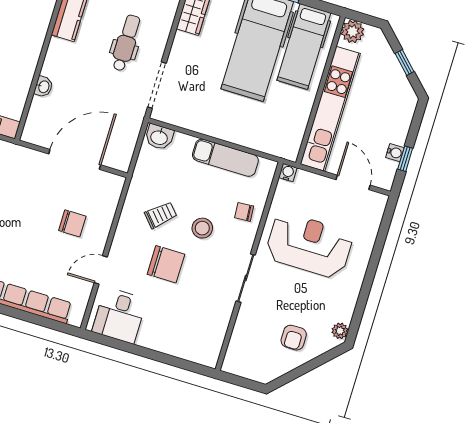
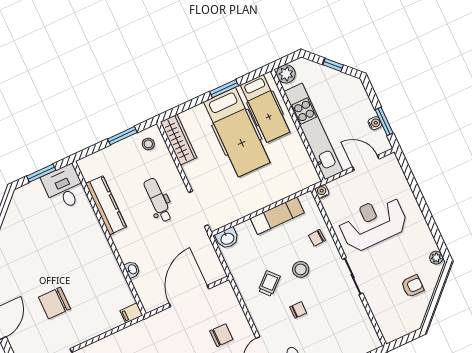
window: (405, 159) -> (384, 121), width x1.50
chair: (166, 264) -> (298, 310), width x0.54, depth x0.54
armchair: (294, 338) -> (412, 286), turned -90

